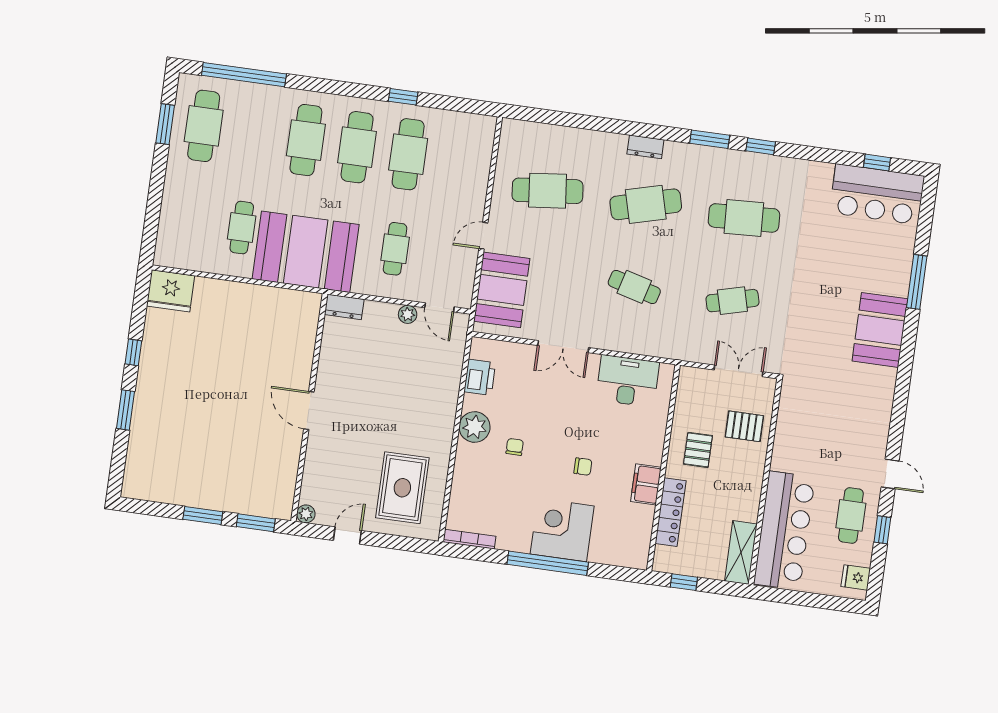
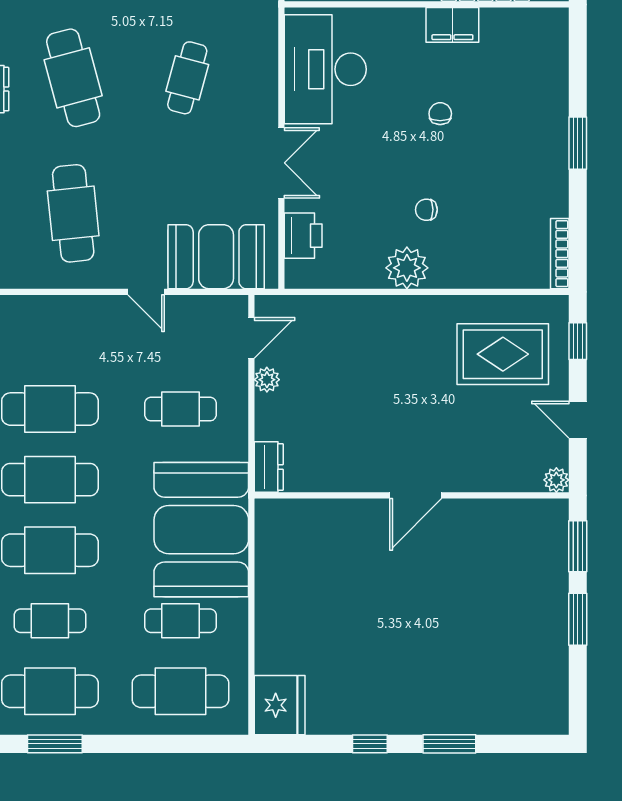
cafe table: (255, 133) -> (50, 621), added
cafe table: (191, 220) -> (180, 691), added
printer: (480, 377) -> (303, 236), moved, turned 90
desk: (628, 381) -> (325, 69), width x1.36, depth x1.30
corner desk: (562, 530) -> (530, 130), removed
window: (404, 543) -> (578, 341), added
window: (548, 563) -> (578, 143), width x0.47

